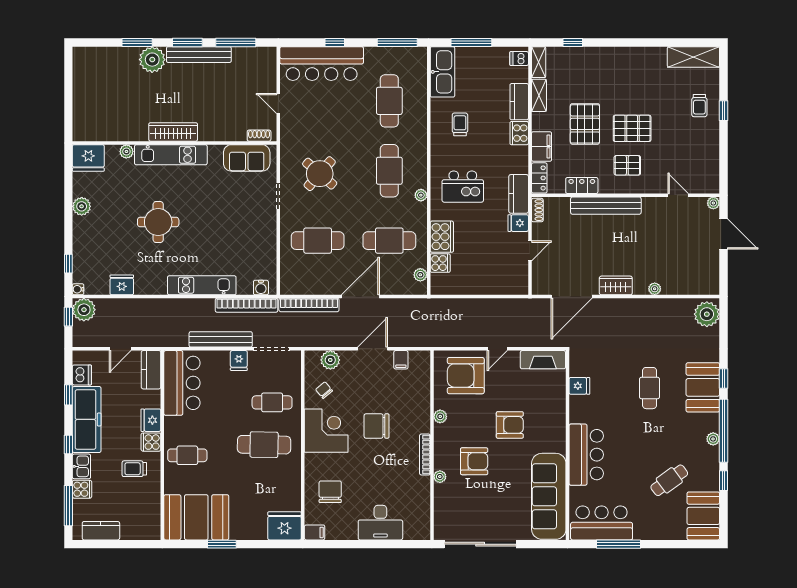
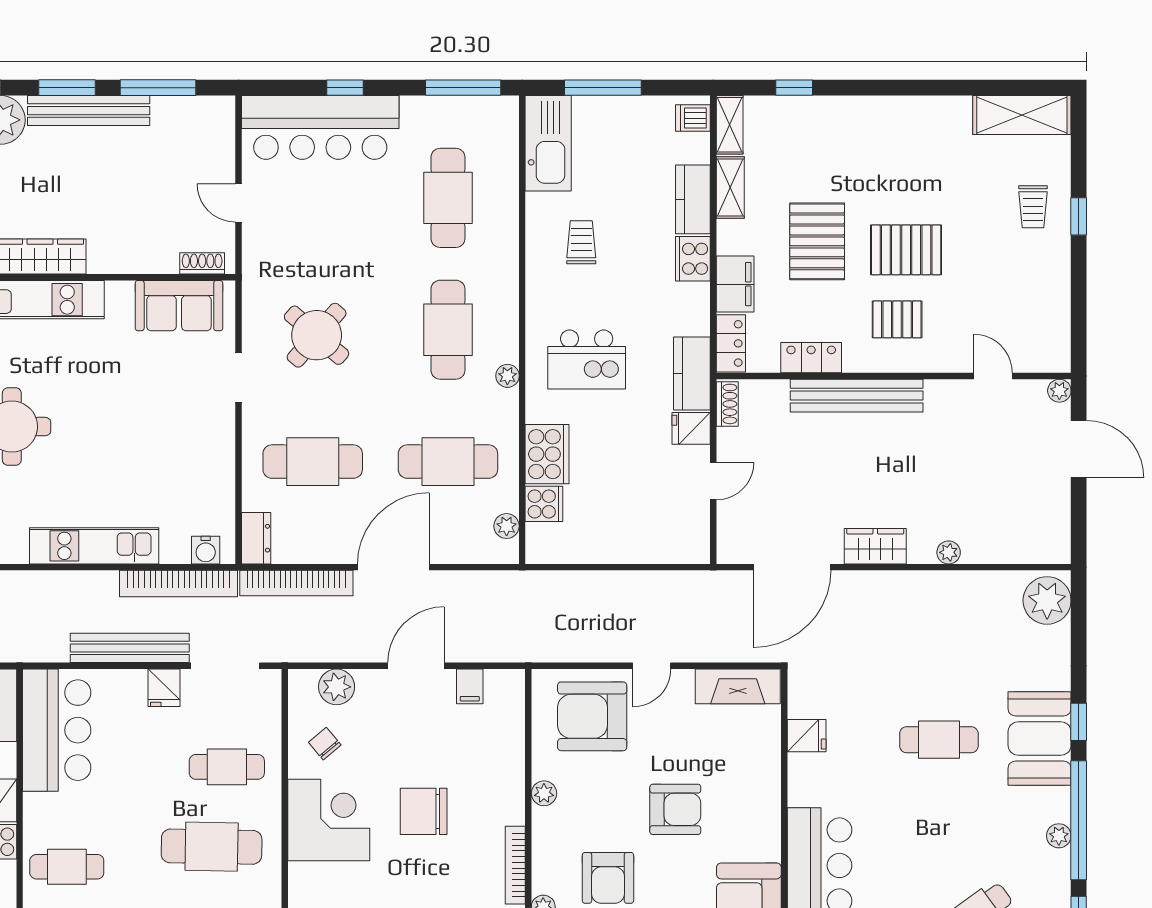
dresser: (288, 281) -> (256, 538), added
cafe table: (650, 388) -> (939, 740), turned 90
armchair: (474, 461) -> (608, 878), turned 90

